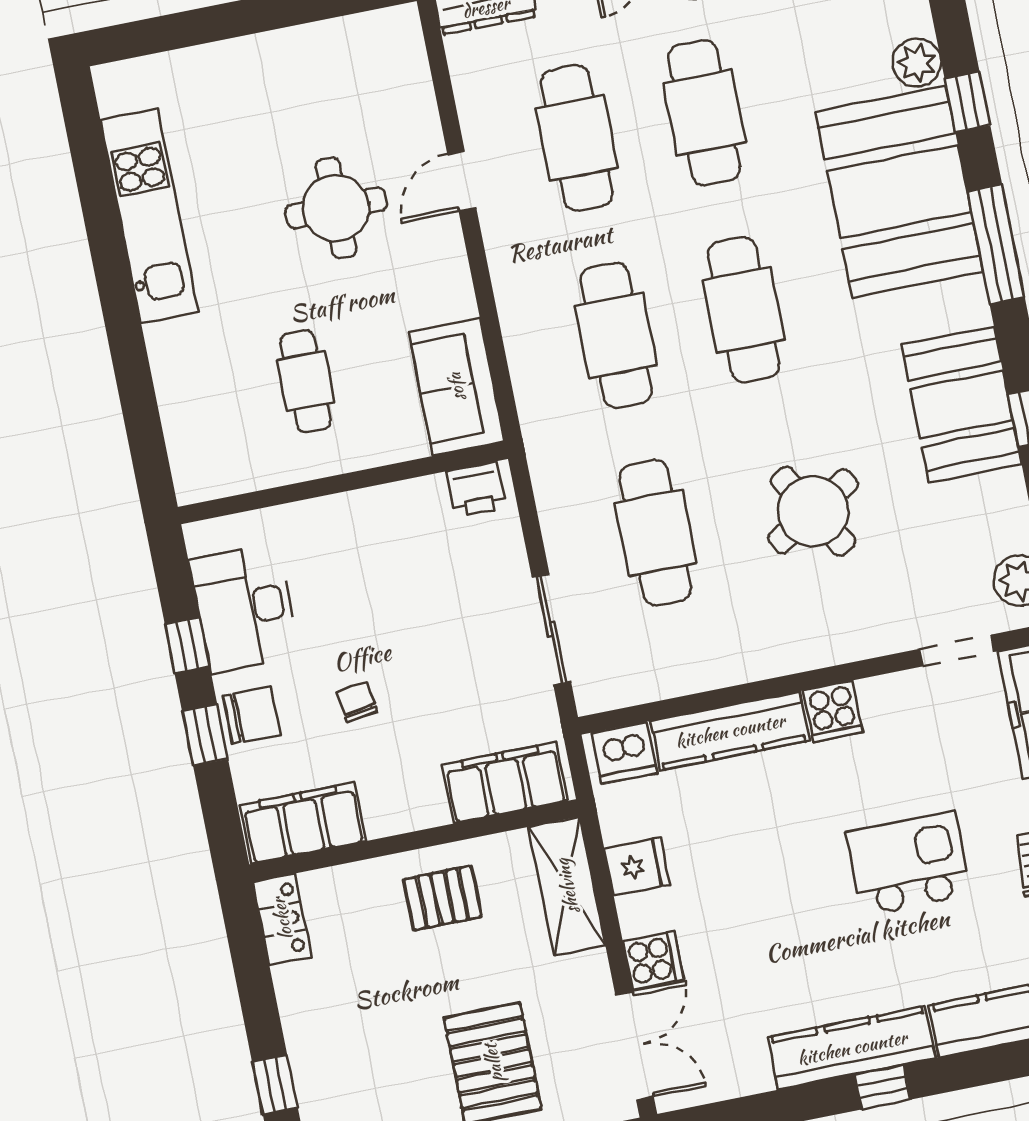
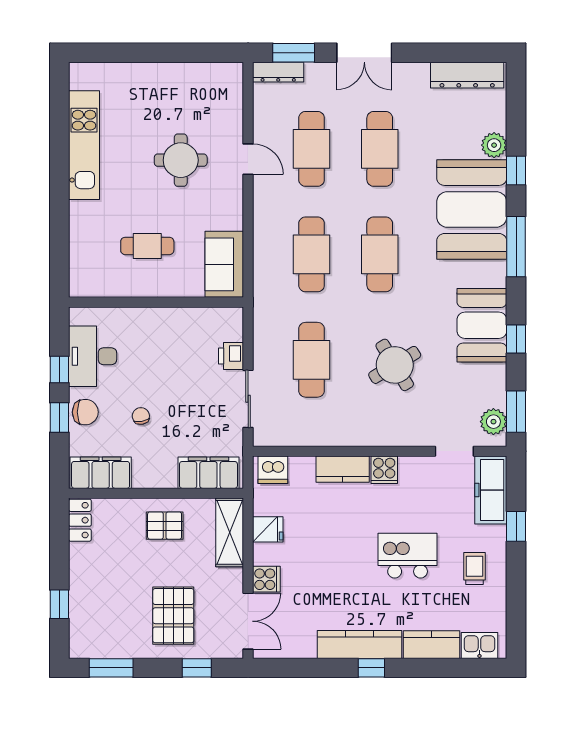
door: (462, 181) -> (248, 159), swing flipped
cafe table: (306, 381) -> (147, 246), turned 90
printer: (476, 489) -> (231, 356), moved, turned 90
kitchen counter: (730, 731) -> (343, 469), width x0.67

